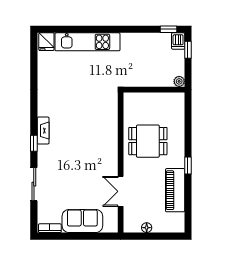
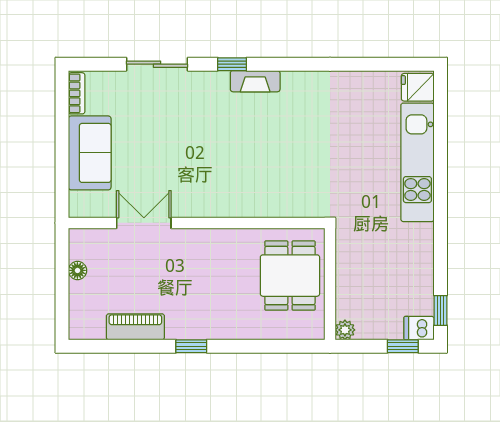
dining table: (148, 141) -> (290, 276), moved
piano: (175, 190) -> (135, 327), width x0.73, depth x0.75

